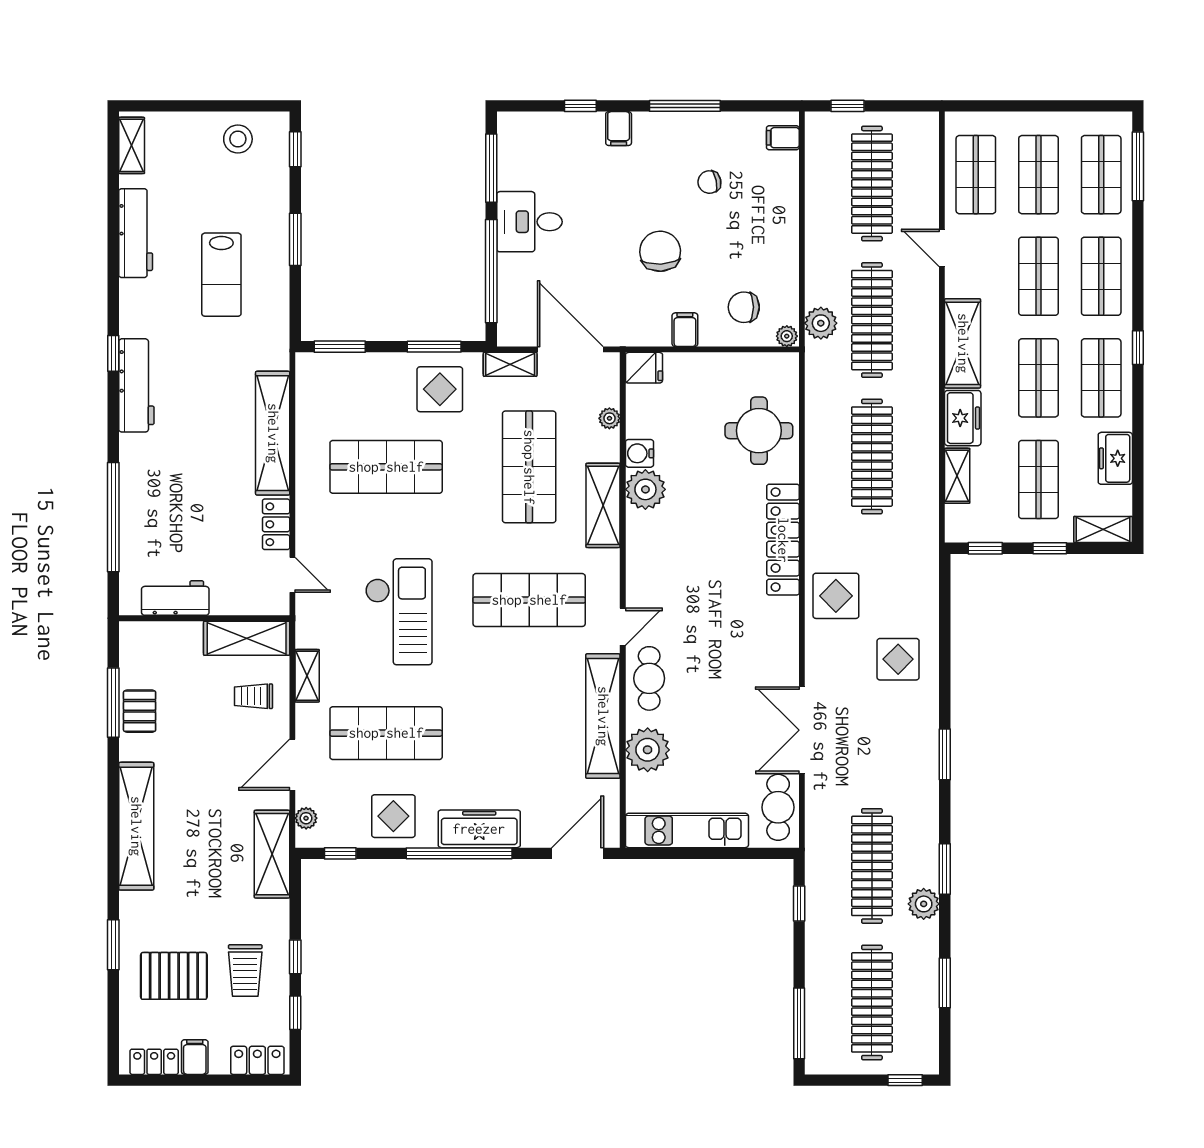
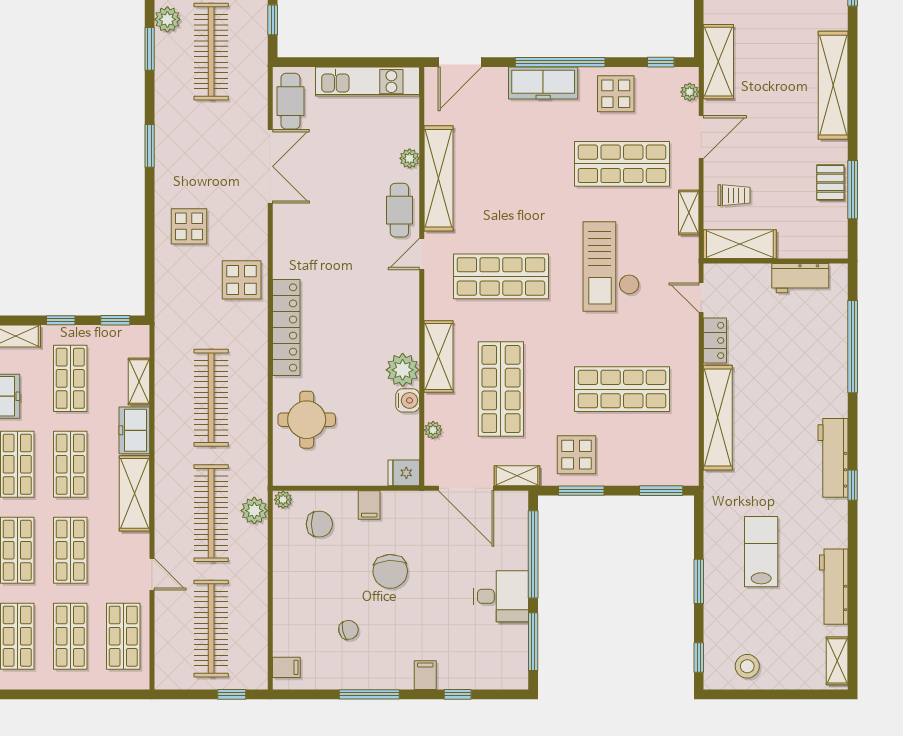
plant: (648, 750) -> (410, 158), width x0.53, depth x0.53

